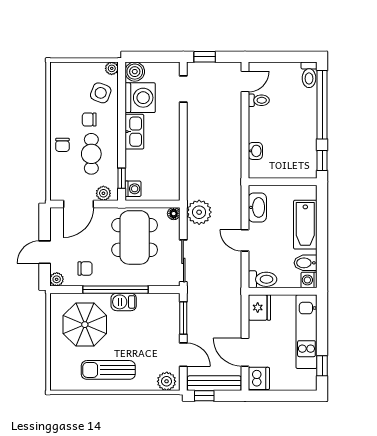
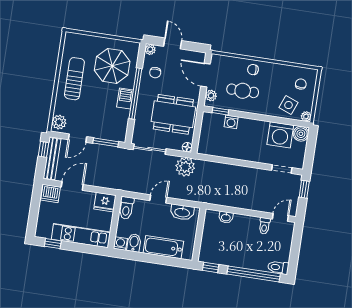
door: (245, 82) -> (280, 217), swing flipped
chair: (89, 120) -> (301, 84), moved
kitchen sink: (134, 132) -> (255, 126), removed
washing machine: (133, 189) -> (231, 122), moved

